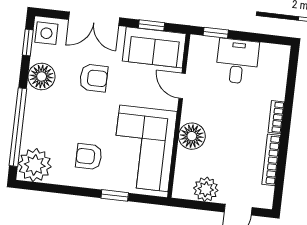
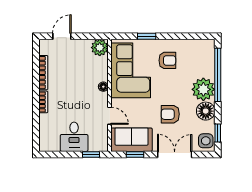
floor lamp: (192, 136) -> (103, 87), width x0.53, depth x0.53
plant: (35, 165) -> (203, 89), moved
plant: (206, 189) -> (100, 48), moved

